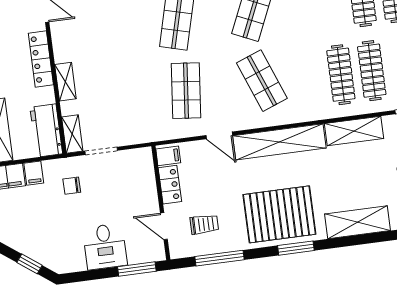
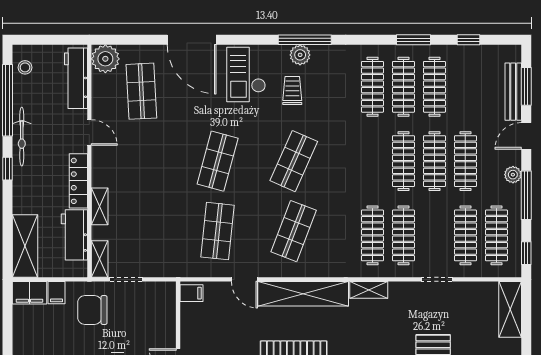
shop shelf: (262, 81) -> (294, 231), turned 42
workbench: (46, 131) -> (74, 235), moved
shelving: (354, 131) -> (369, 290), width x0.67, depth x0.75
locker: (170, 185) -> (189, 322), removed
chair: (72, 186) -> (92, 310), width x1.87, depth x1.87

